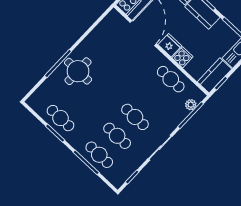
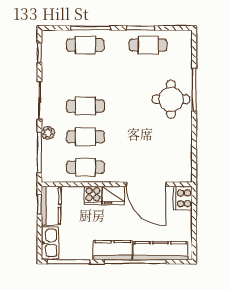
plant: (191, 105) -> (48, 133), moved
cafe table: (117, 136) -> (85, 137), moved

